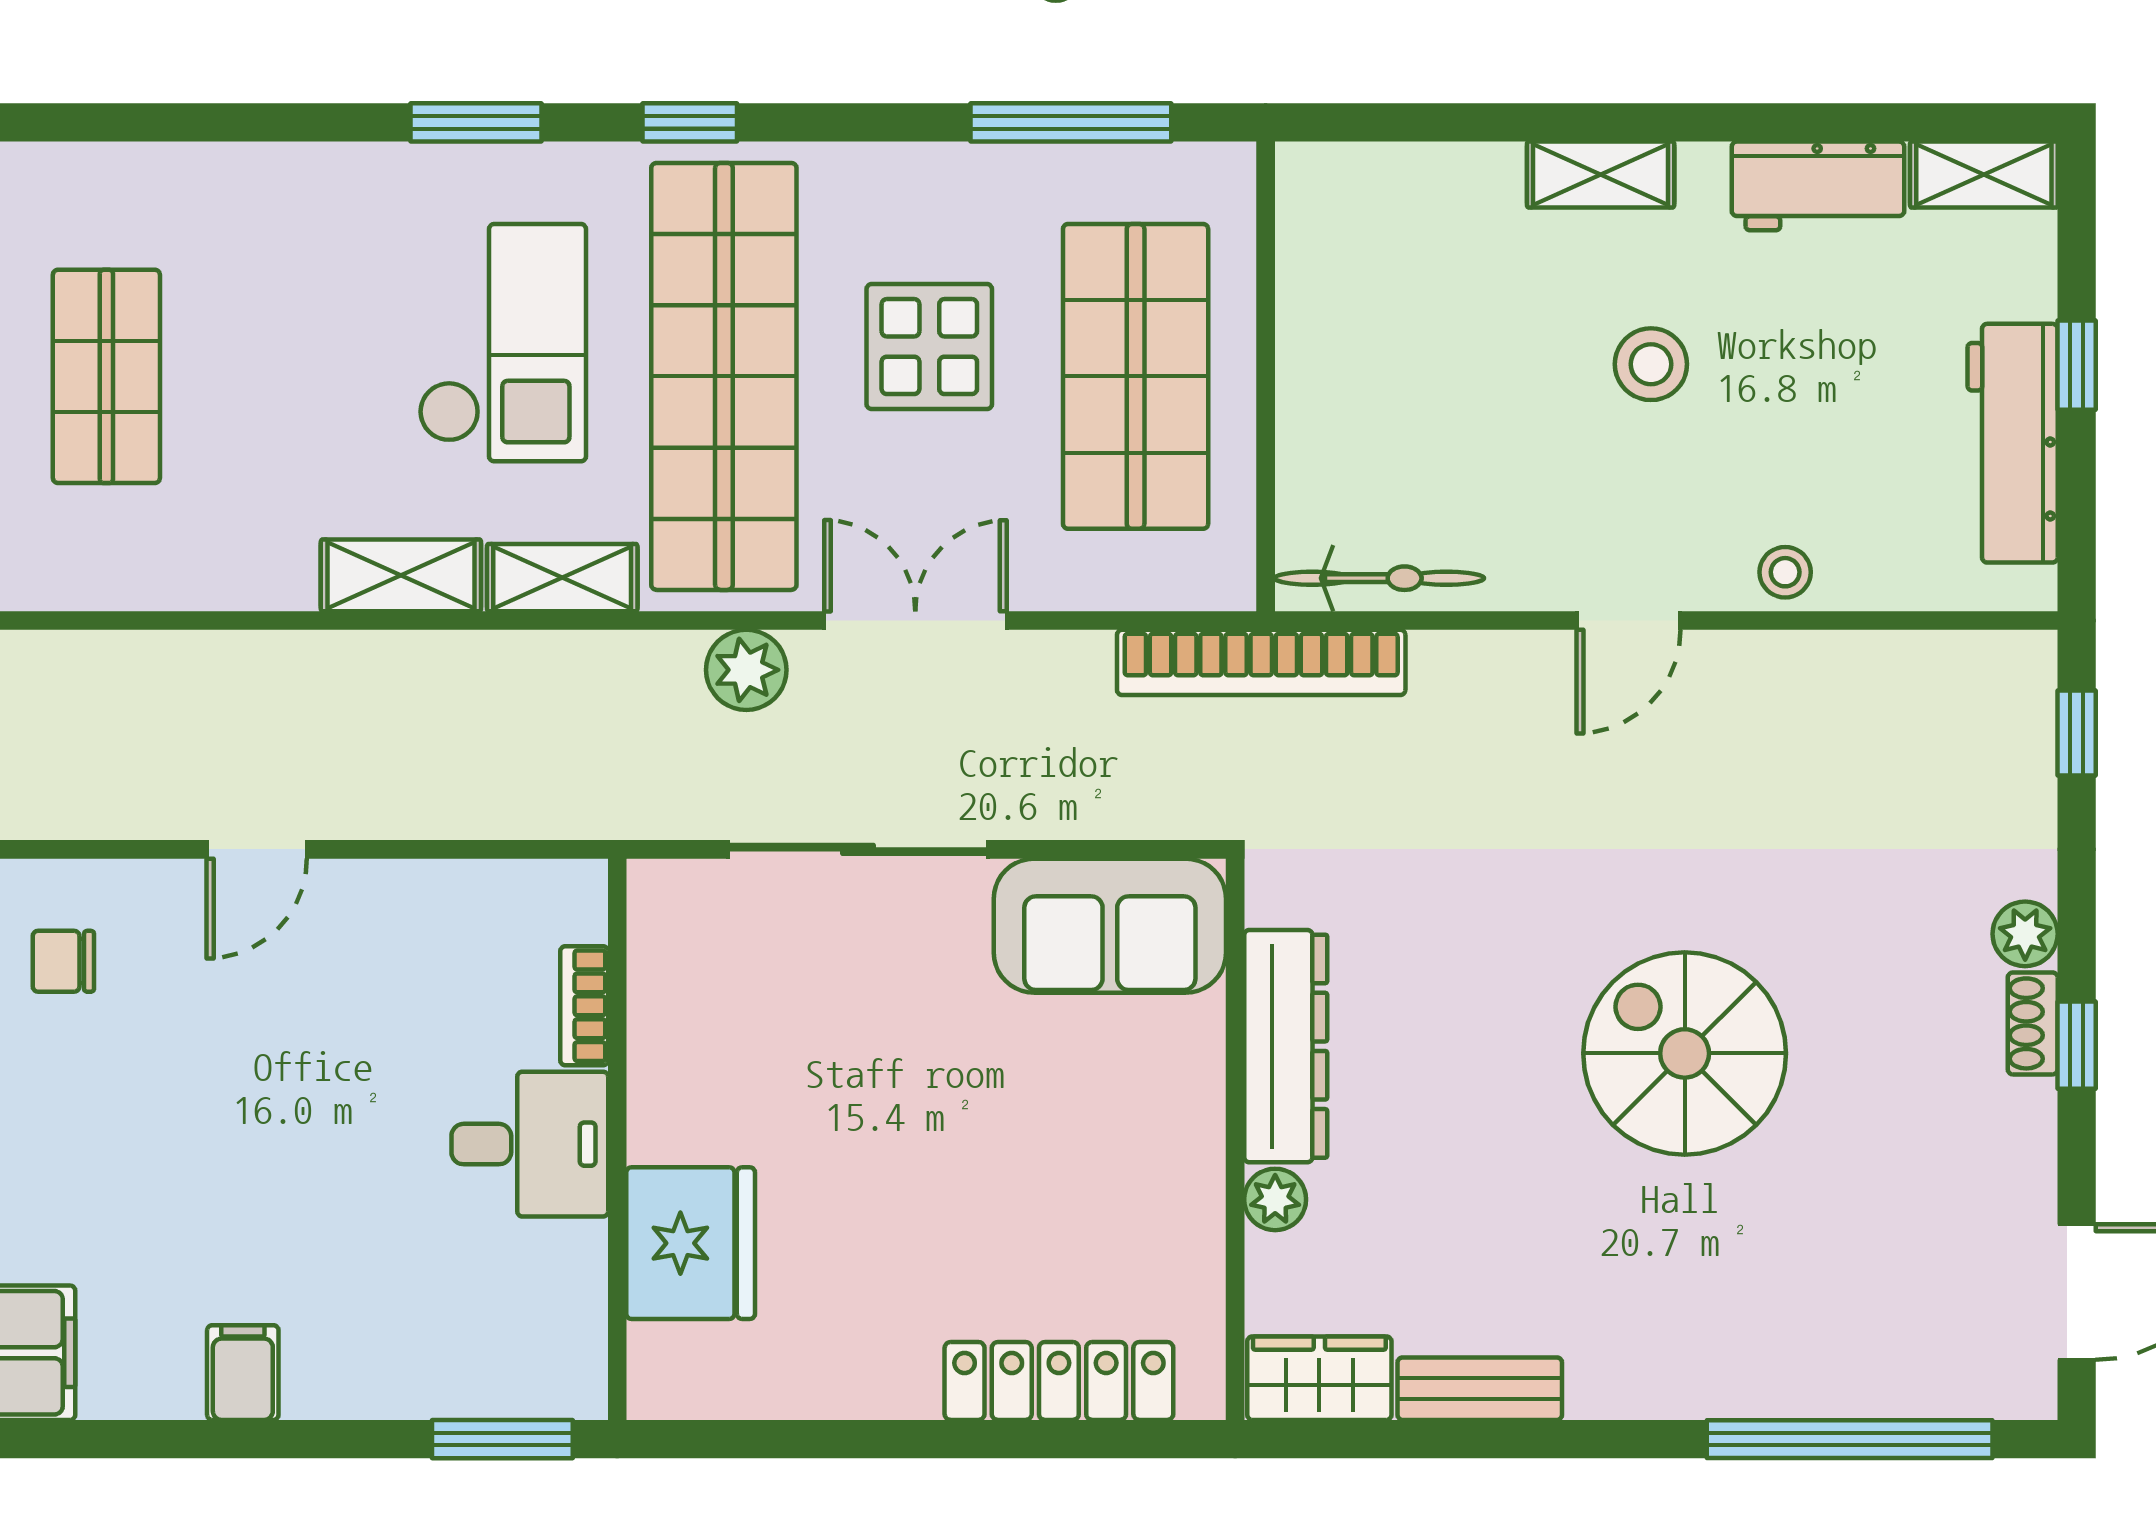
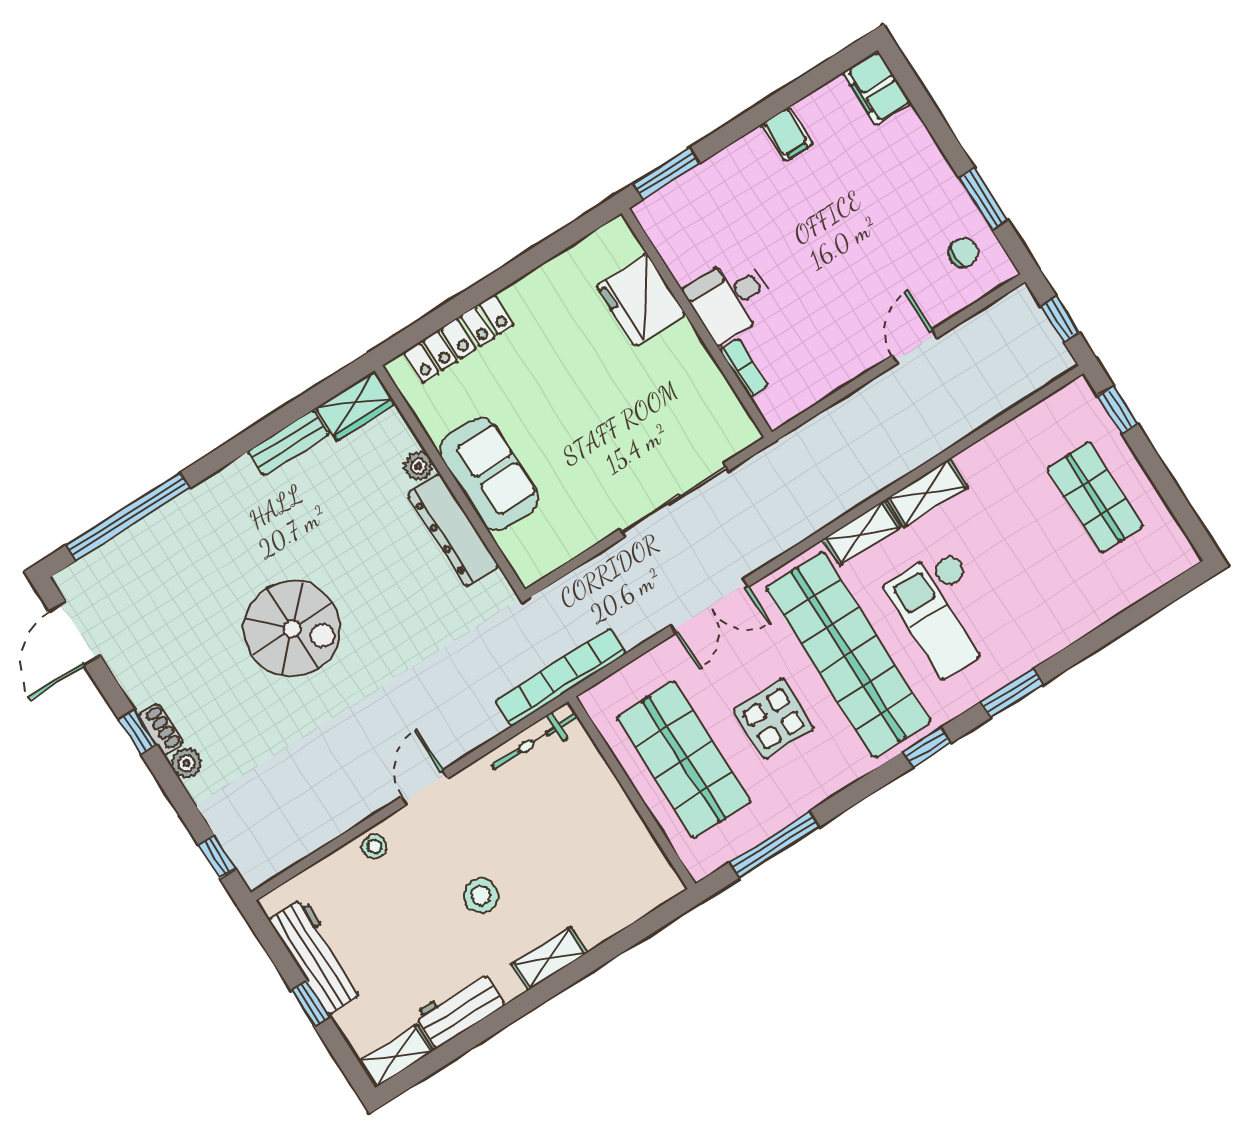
plant: (746, 670) -> (765, 543), removed
sofa: (1110, 926) -> (489, 474), moved, turned 90

